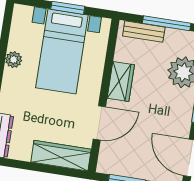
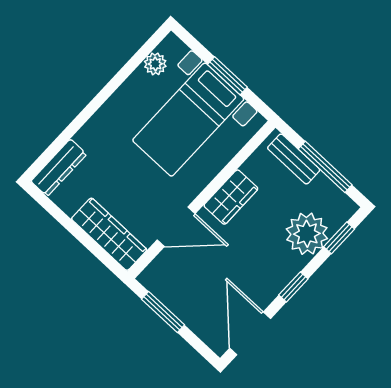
plant: (14, 60) -> (155, 64), moved

